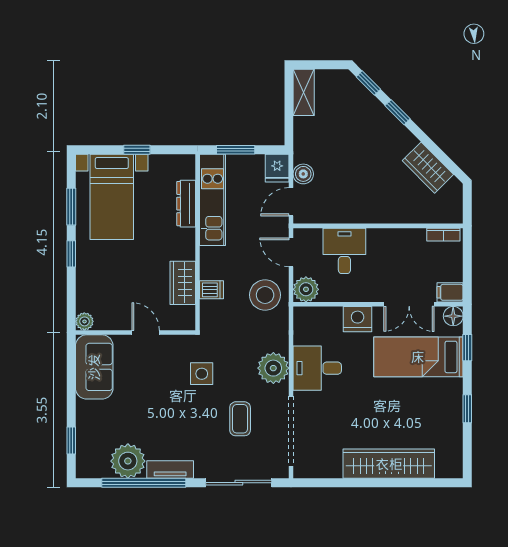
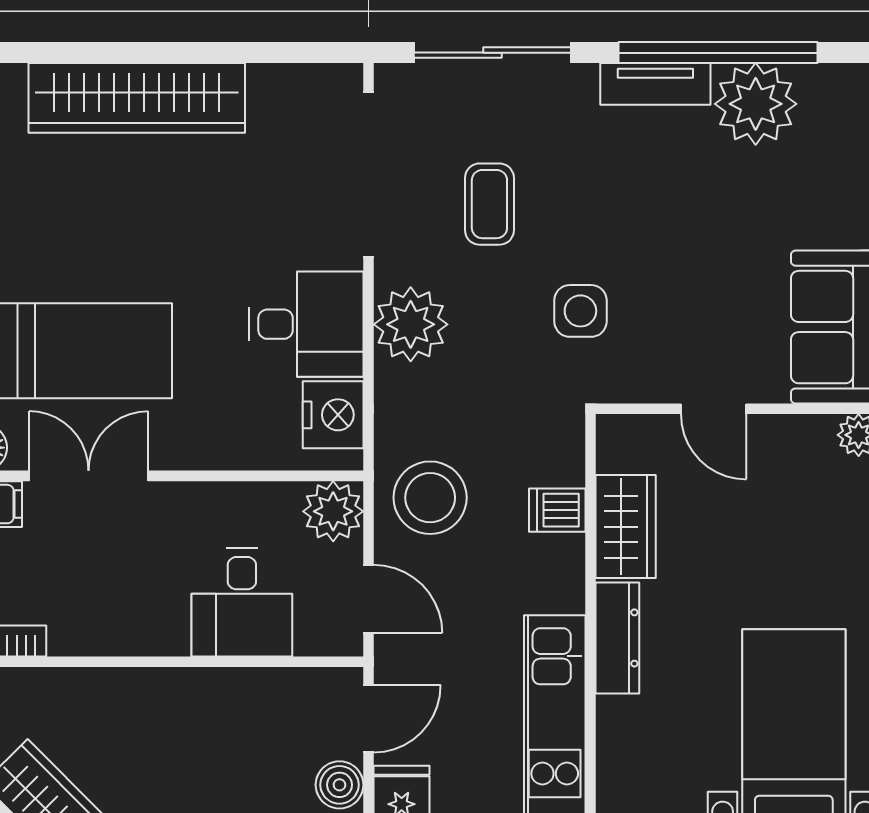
dresser: (186, 204) -> (617, 638), moved
nightstand: (358, 319) -> (333, 415), moved, turned -90

